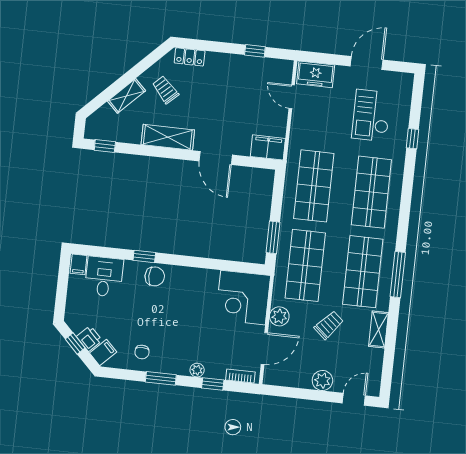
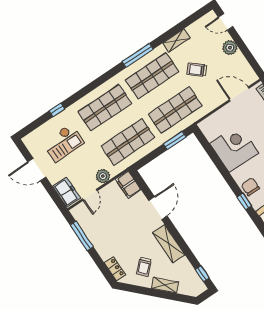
window: (255, 51) -> (82, 236), width x2.17
corner desk: (243, 298) -> (234, 148), moved, turned -90
plant: (279, 316) -> (103, 176), moved

